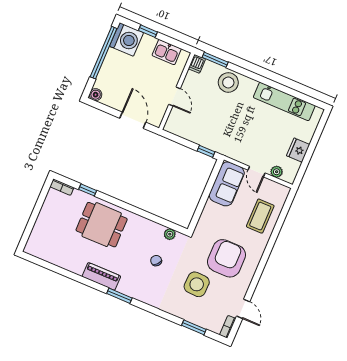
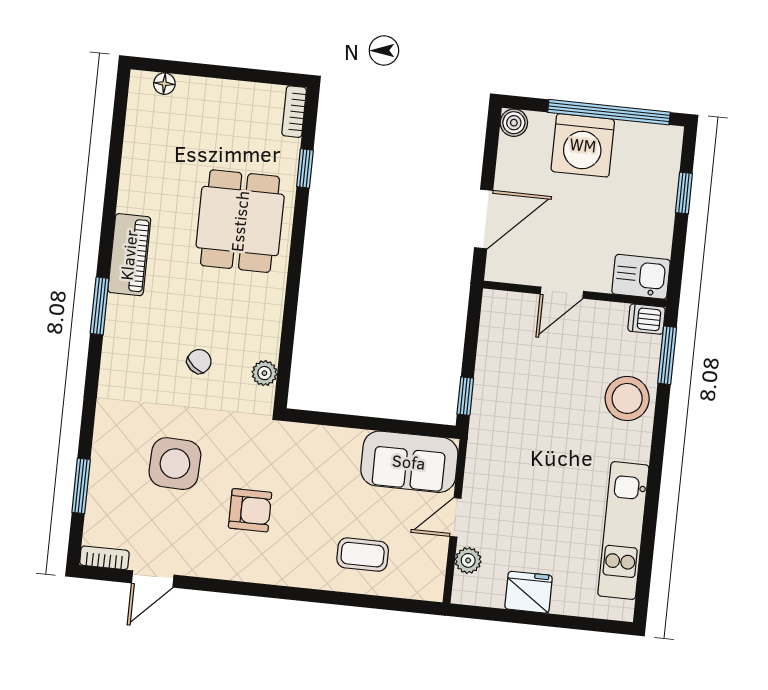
washing machine: (126, 39) -> (583, 145), moved
kitchen sink: (167, 52) -> (641, 277), moved, turned 90
coffee table: (260, 216) -> (363, 555), width x0.73, depth x0.77
floor lamp: (33, 239) -> (164, 84), added
armchair: (226, 258) -> (250, 510), width x0.53, depth x0.53

